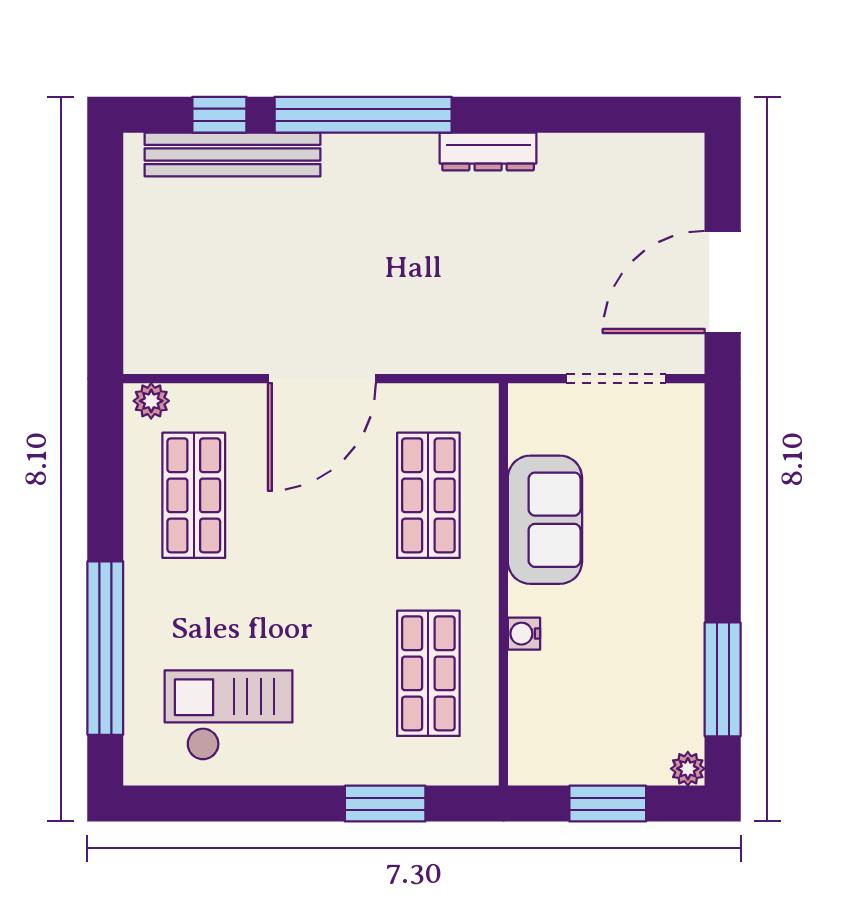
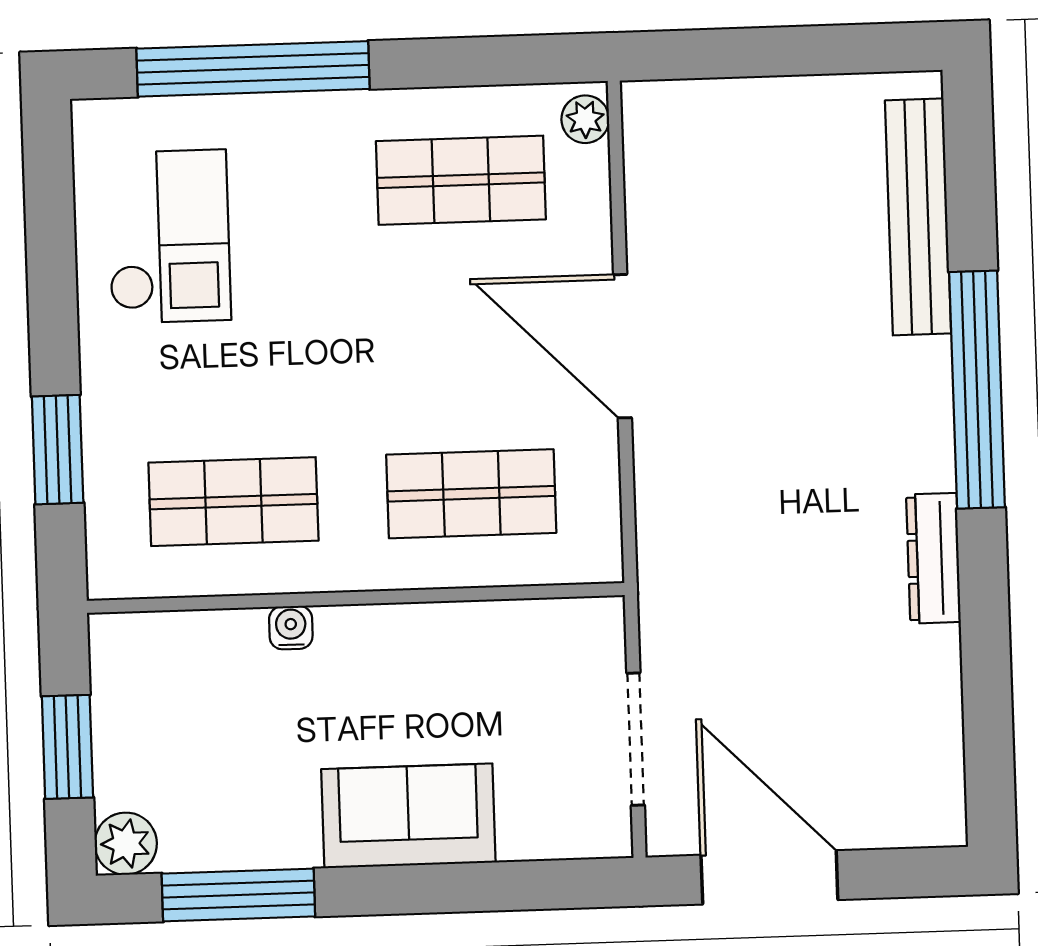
window: (219, 115) -> (971, 198), removed
sofa: (545, 520) -> (408, 816), moved, turned 180
plant: (688, 769) -> (126, 844), width x1.38, depth x1.38

